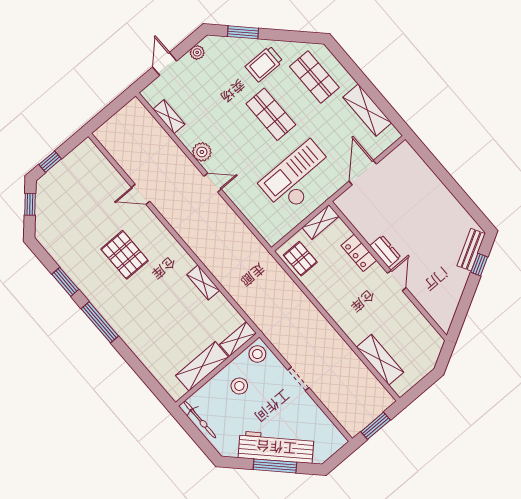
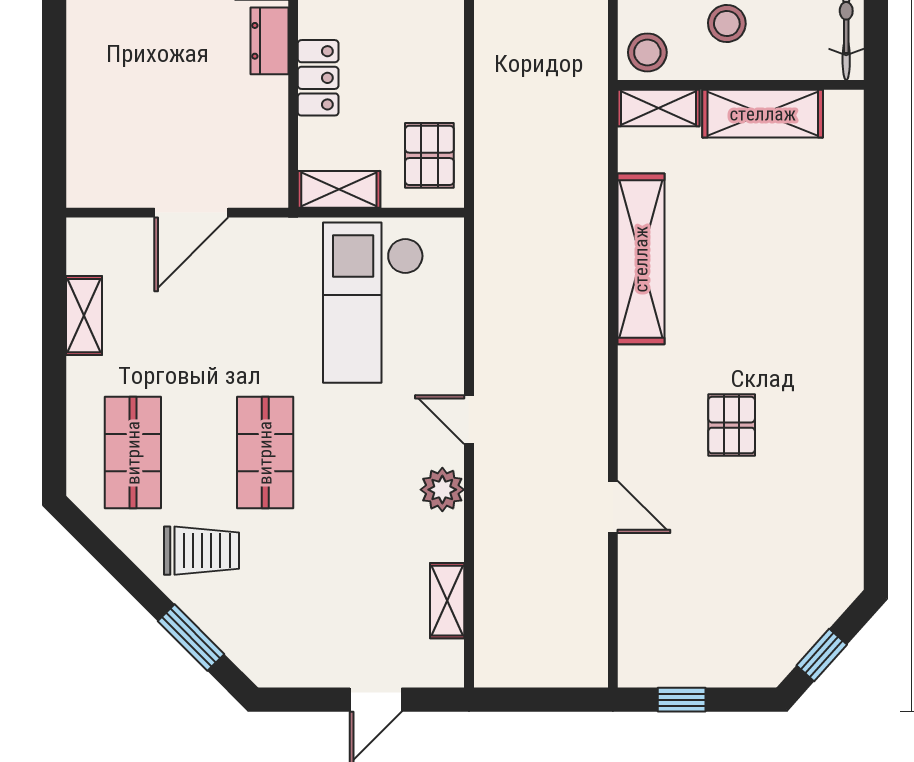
plant: (197, 52) -> (301, 671), removed
shelving: (367, 110) -> (84, 316), width x0.67, depth x0.75
window: (50, 162) -> (682, 700), moved
checkout: (298, 177) -> (373, 303), moved, turned 90
pallet: (125, 255) -> (732, 425), width x0.67, depth x0.71
window: (65, 282) -> (876, 467), removed
shelving: (203, 282) -> (641, 259), width x2.20, depth x1.33
window: (100, 322) -> (876, 344), removed

